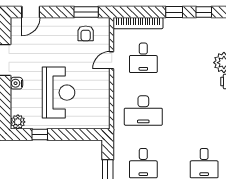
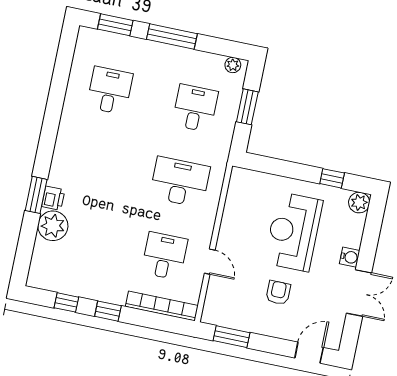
armchair: (86, 33) -> (278, 293), moved
door: (112, 60) -> (210, 262), hinge flipped

